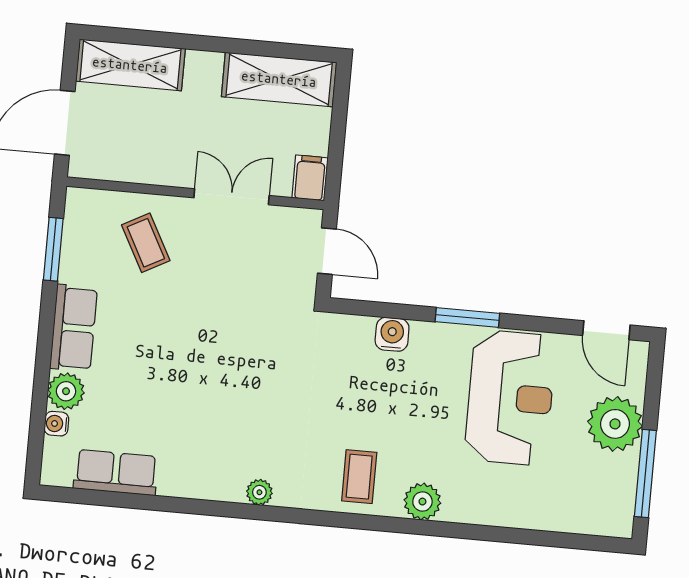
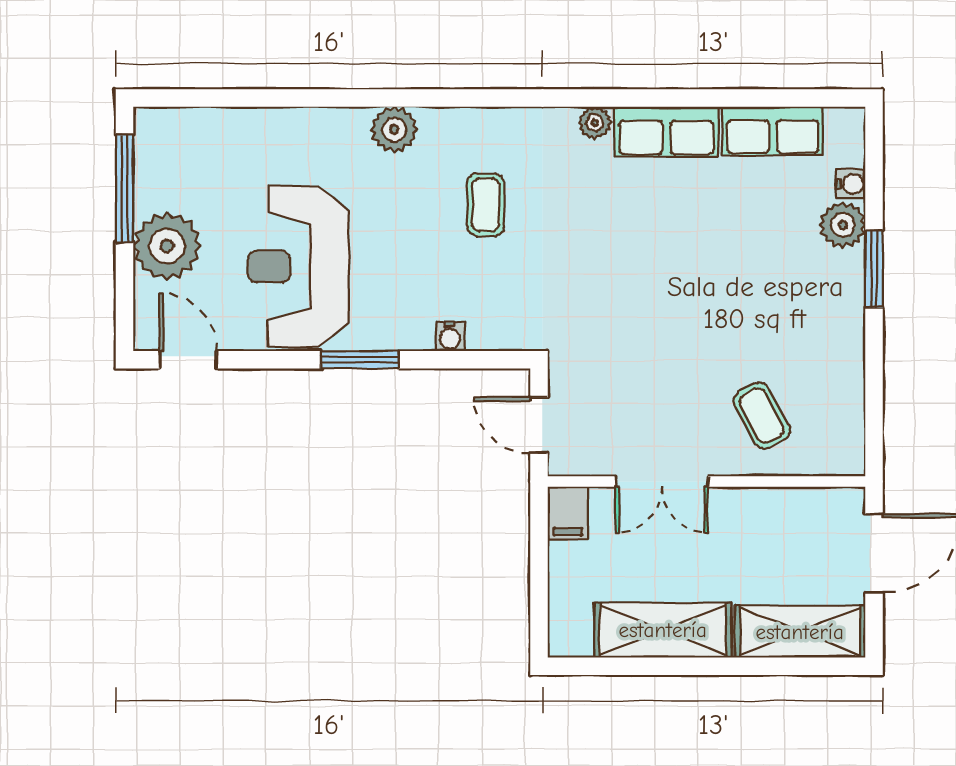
shelving: (279, 79) -> (663, 630), moved
window: (53, 249) -> (874, 269), moved
row of seats: (74, 328) -> (666, 132), moved, turned -90
water cooler: (392, 334) -> (450, 336), width x0.72, depth x0.72
coffee table: (359, 477) -> (486, 205), moved

